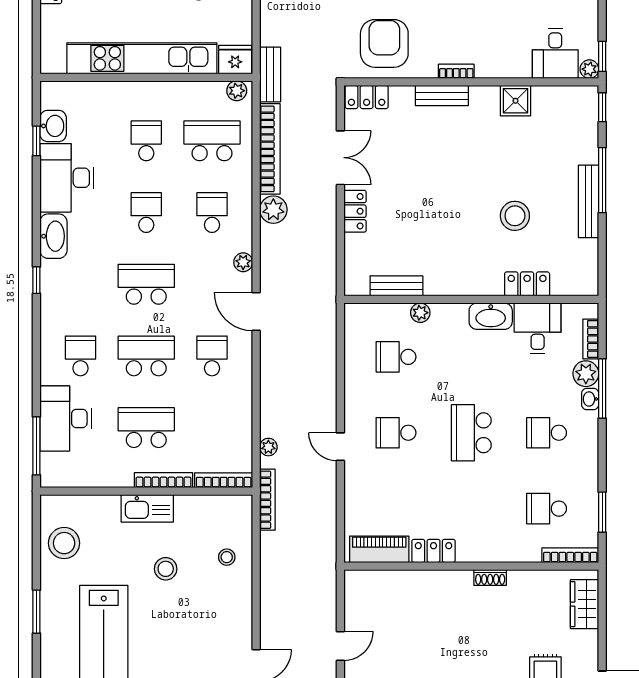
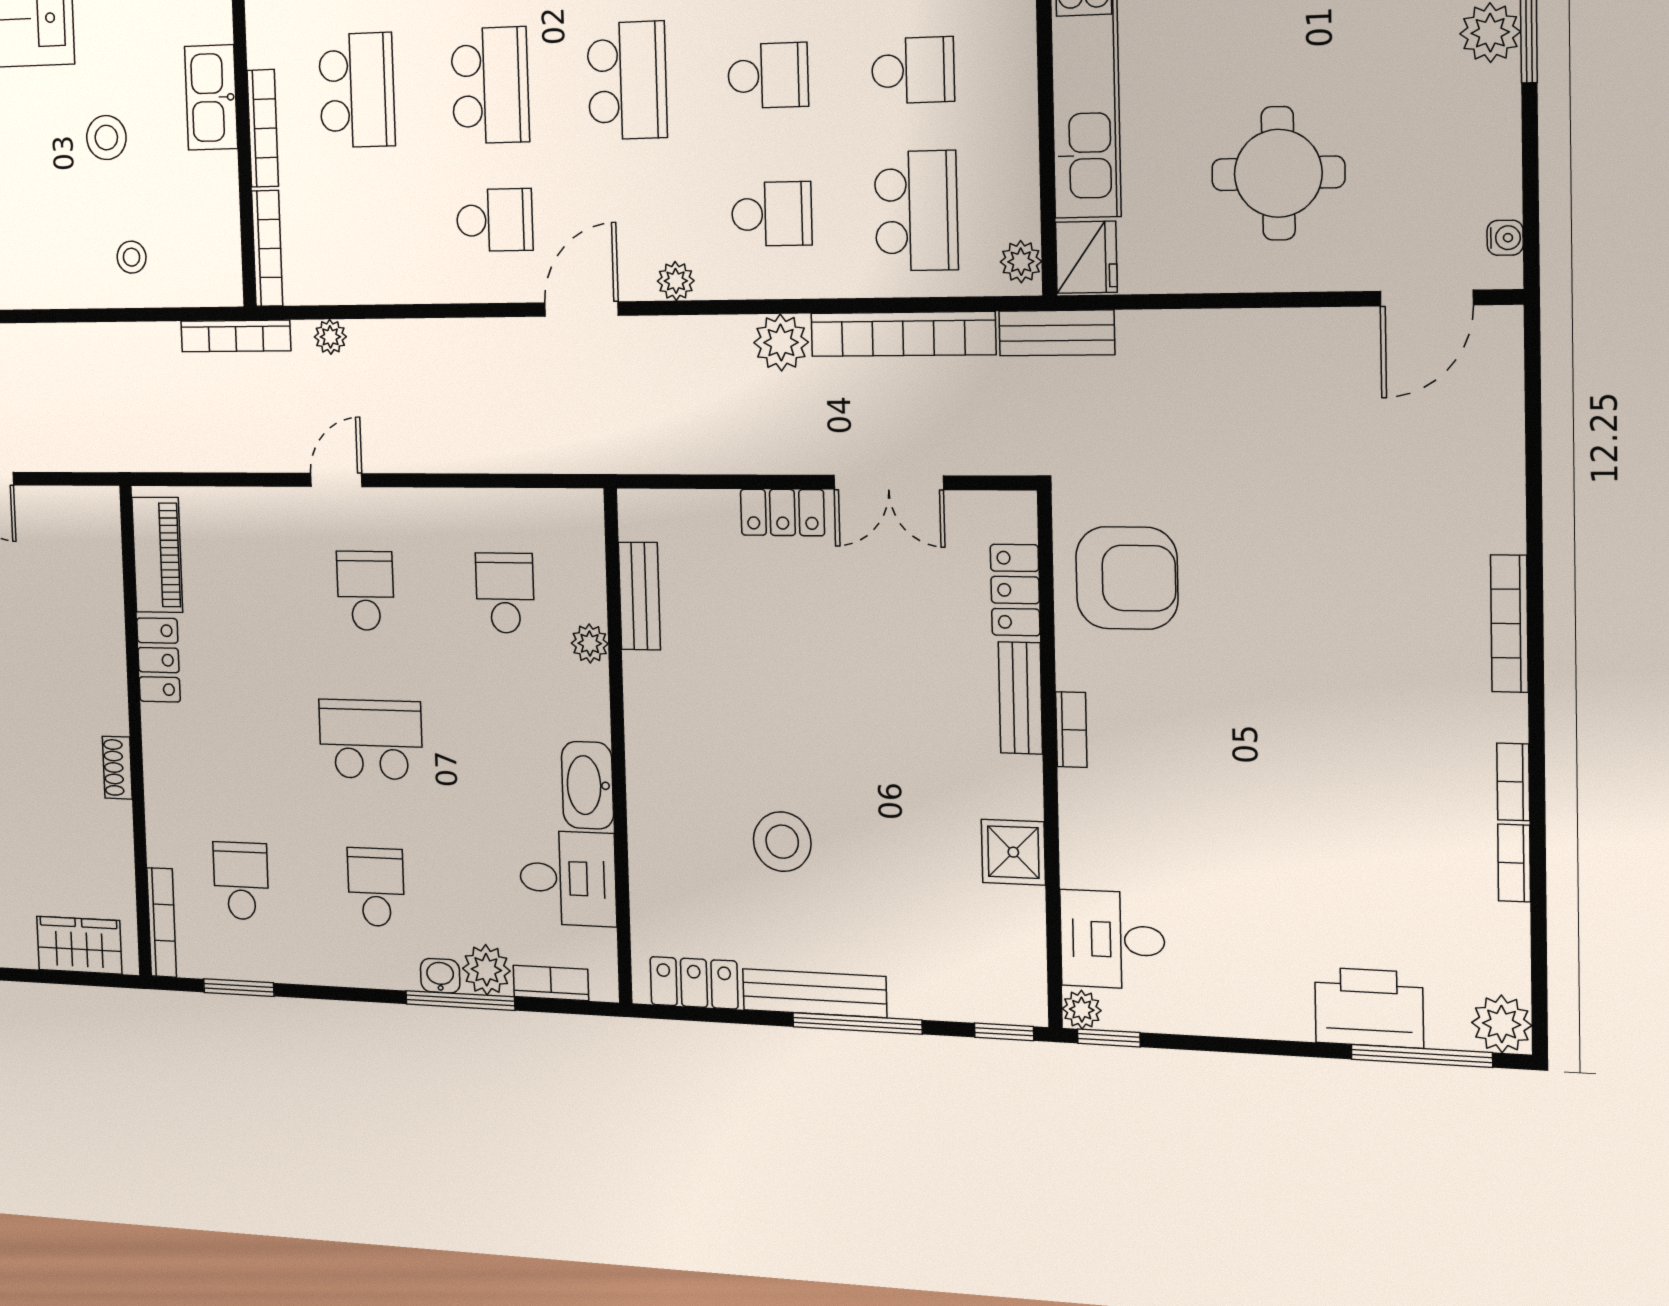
locker: (367, 97) -> (1015, 590), moved
locker: (527, 284) -> (694, 983), moved, turned -90

